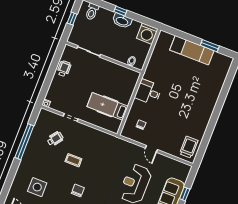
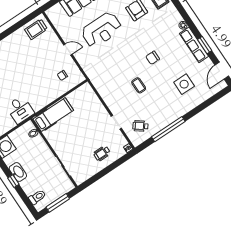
window: (72, 19) -> (58, 203), width x2.17
wheelchair: (64, 69) -> (102, 153), moved
desk: (148, 92) -> (20, 110), moved
hospital bed: (108, 106) -> (53, 115), moved, turned -90
wheelchair: (55, 139) -> (140, 126), moved
door: (151, 149) -> (68, 49), hinge flipped

